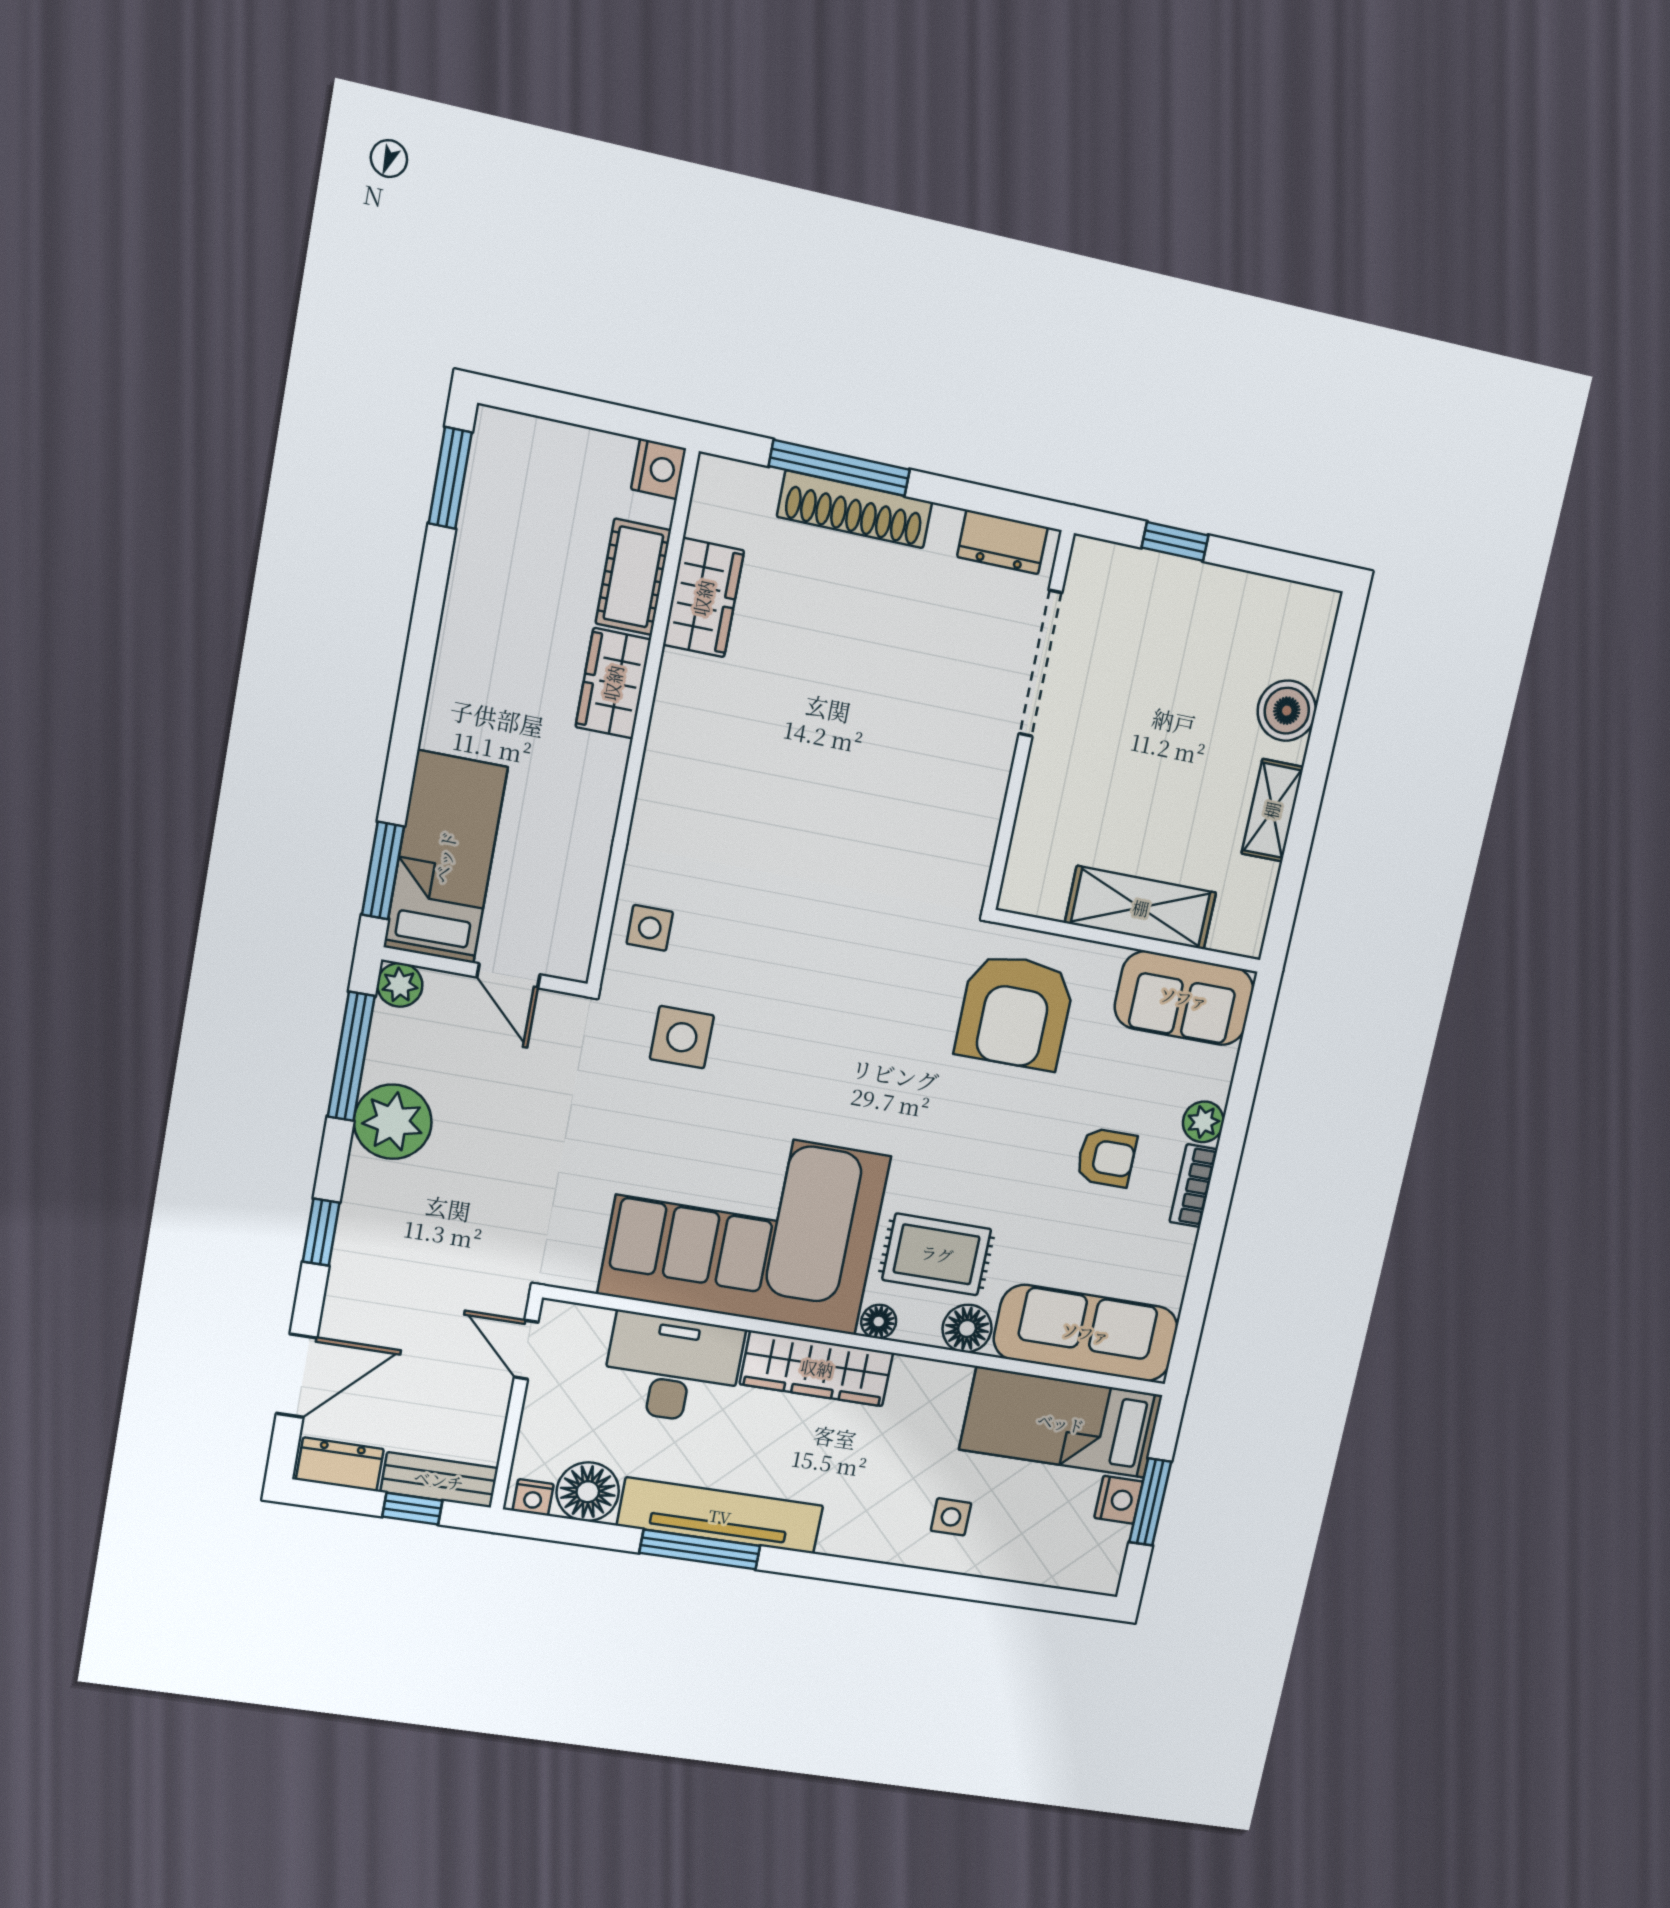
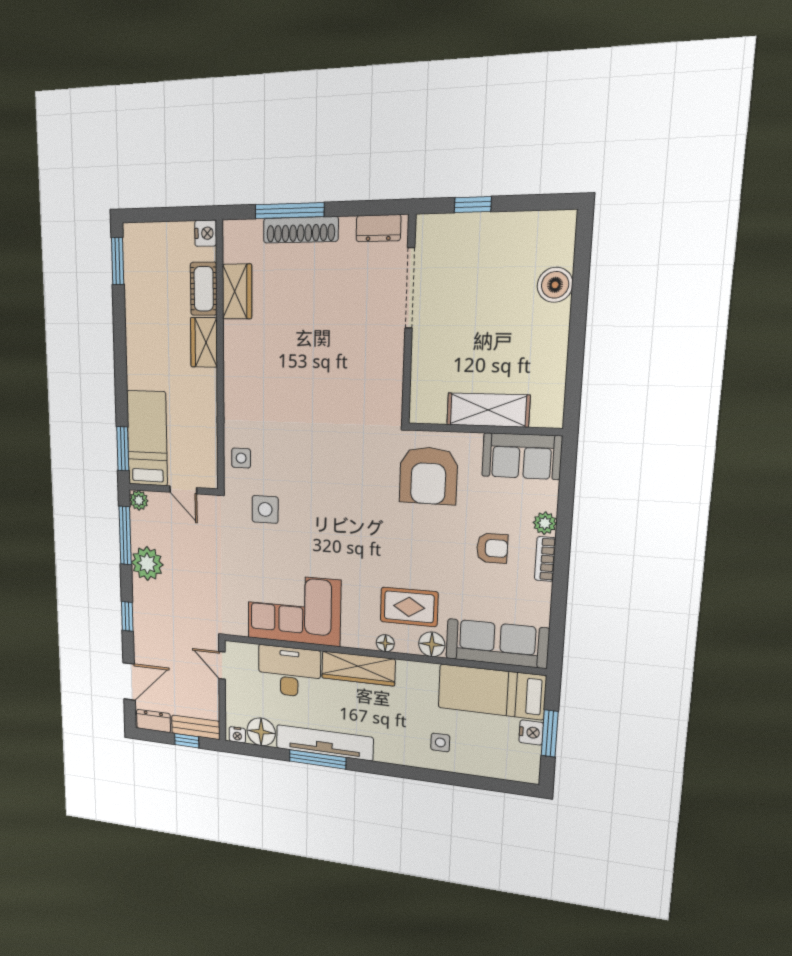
shelving: (1272, 810) -> (556, 343), removed
corner sofa: (745, 1225) -> (294, 609), width x0.73, depth x0.74

